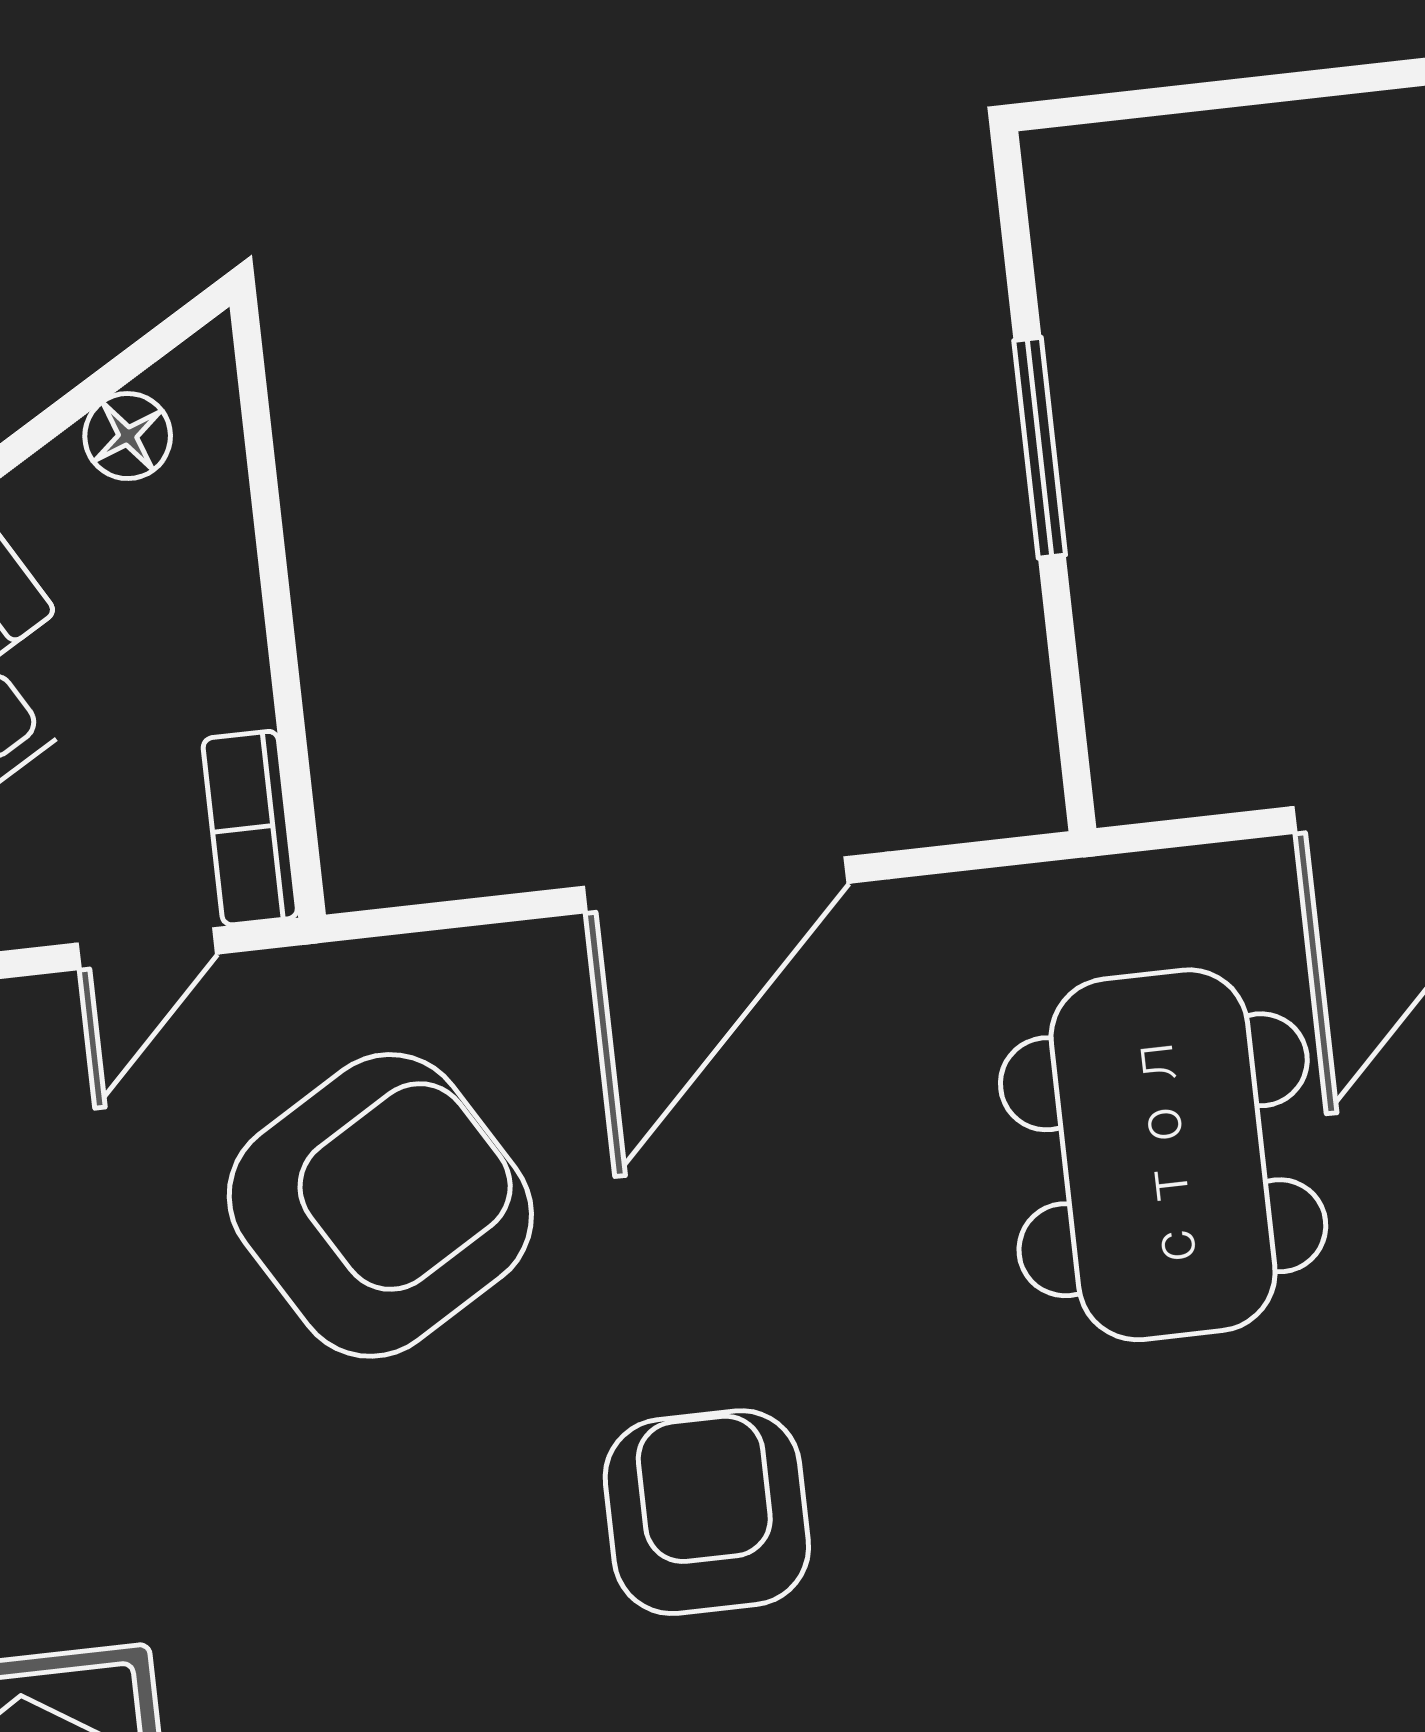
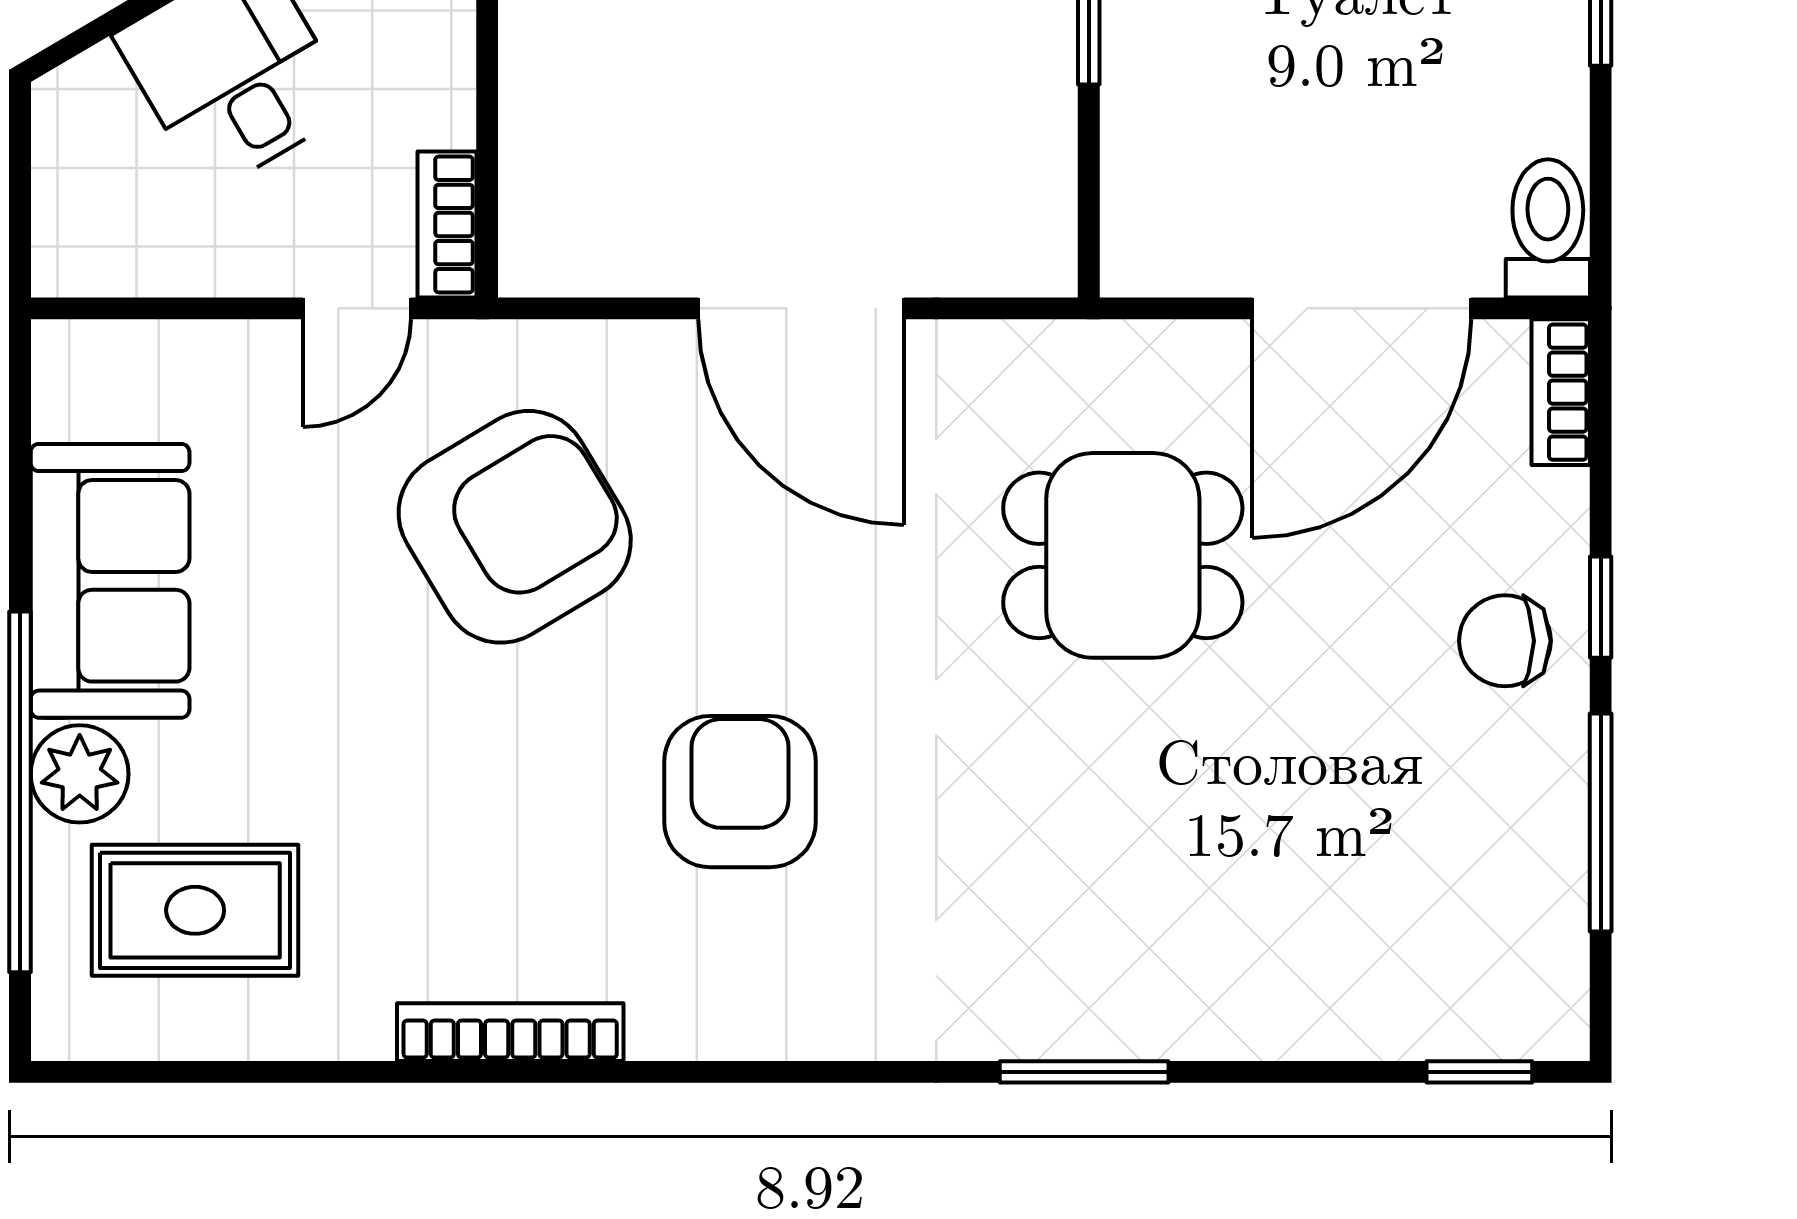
door: (716, 885) -> (801, 308), hinge flipped
dining table: (1163, 1155) -> (1123, 555), width x0.73

